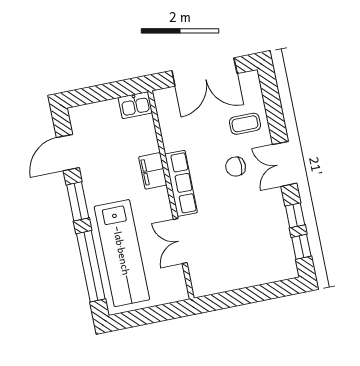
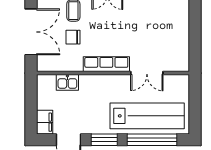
kitchen sink: (135, 105) -> (67, 82), moved, turned 90
chair: (236, 167) -> (73, 37), moved, turned 90
filing cabinet: (153, 171) -> (45, 122), moved, turned -90

